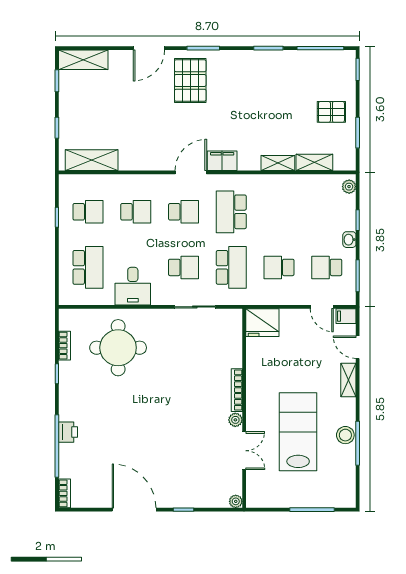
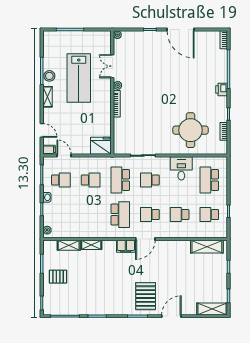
shelving: (348, 380) -> (47, 97), moved
printer: (68, 432) -> (222, 89), moved

